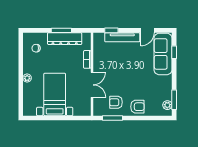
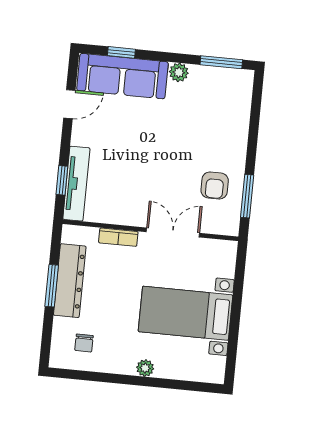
door: (147, 30) -> (69, 104), hinge flipped
tv unit: (122, 37) -> (76, 184), moved
plant: (167, 105) -> (179, 72), moved
armchair: (137, 107) -> (228, 141), removed

